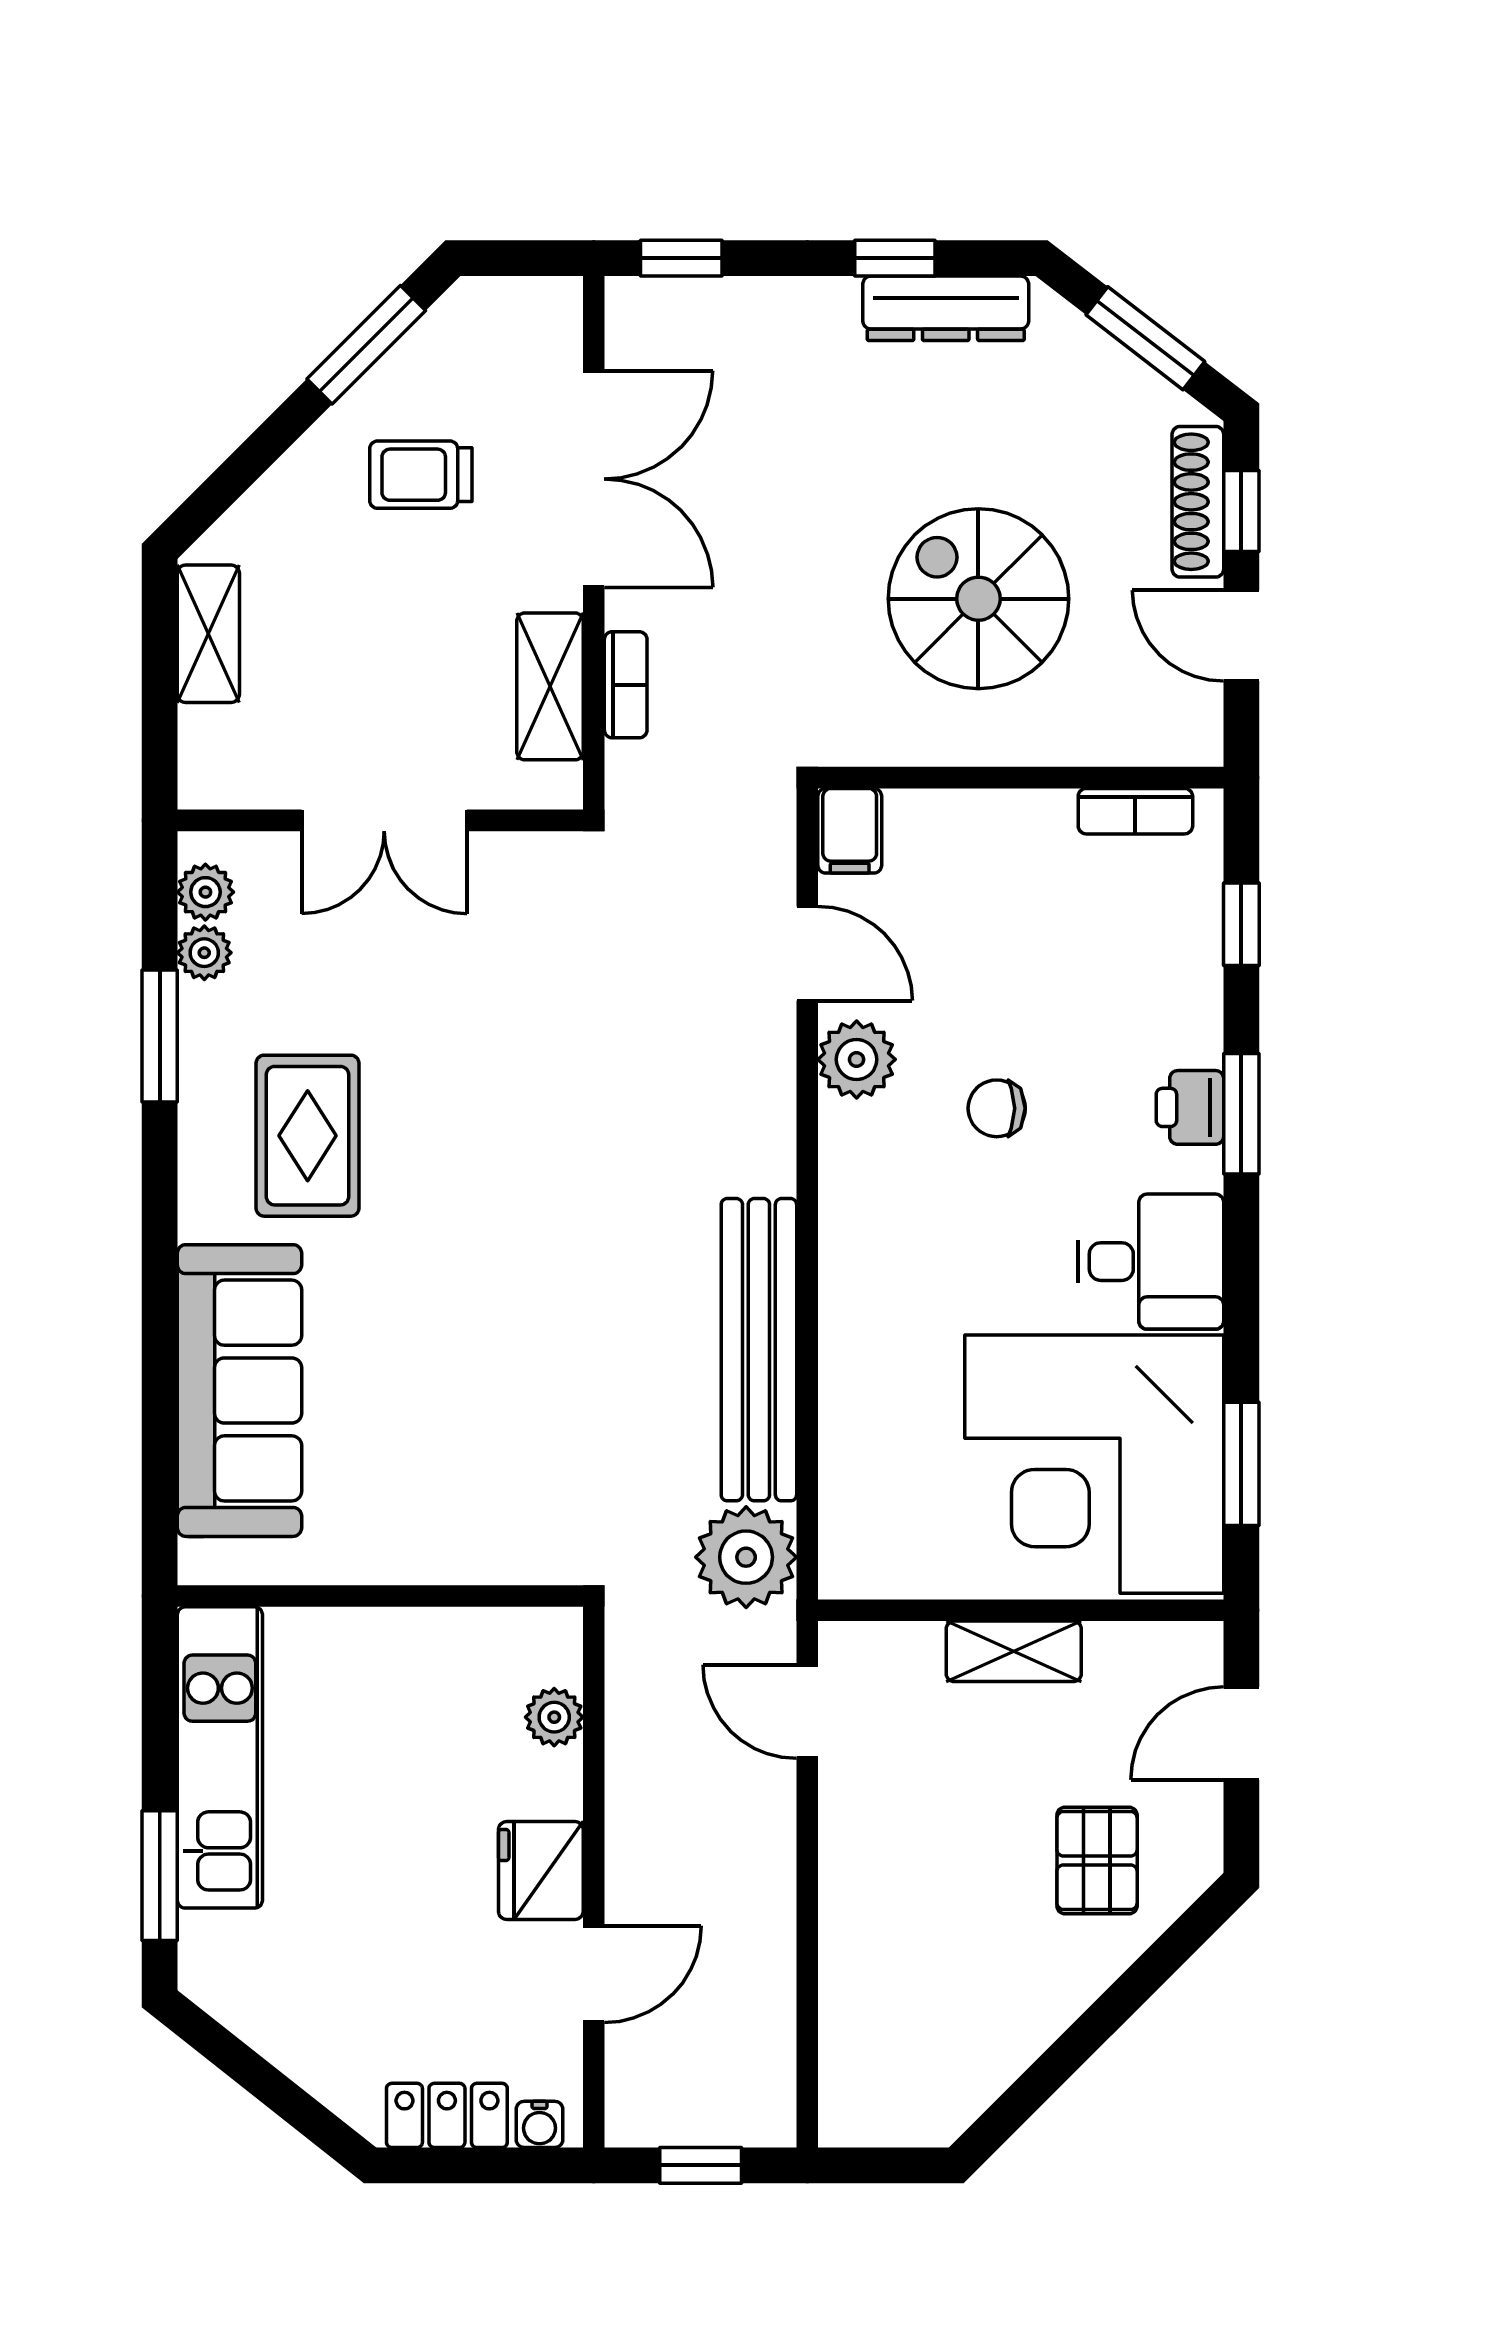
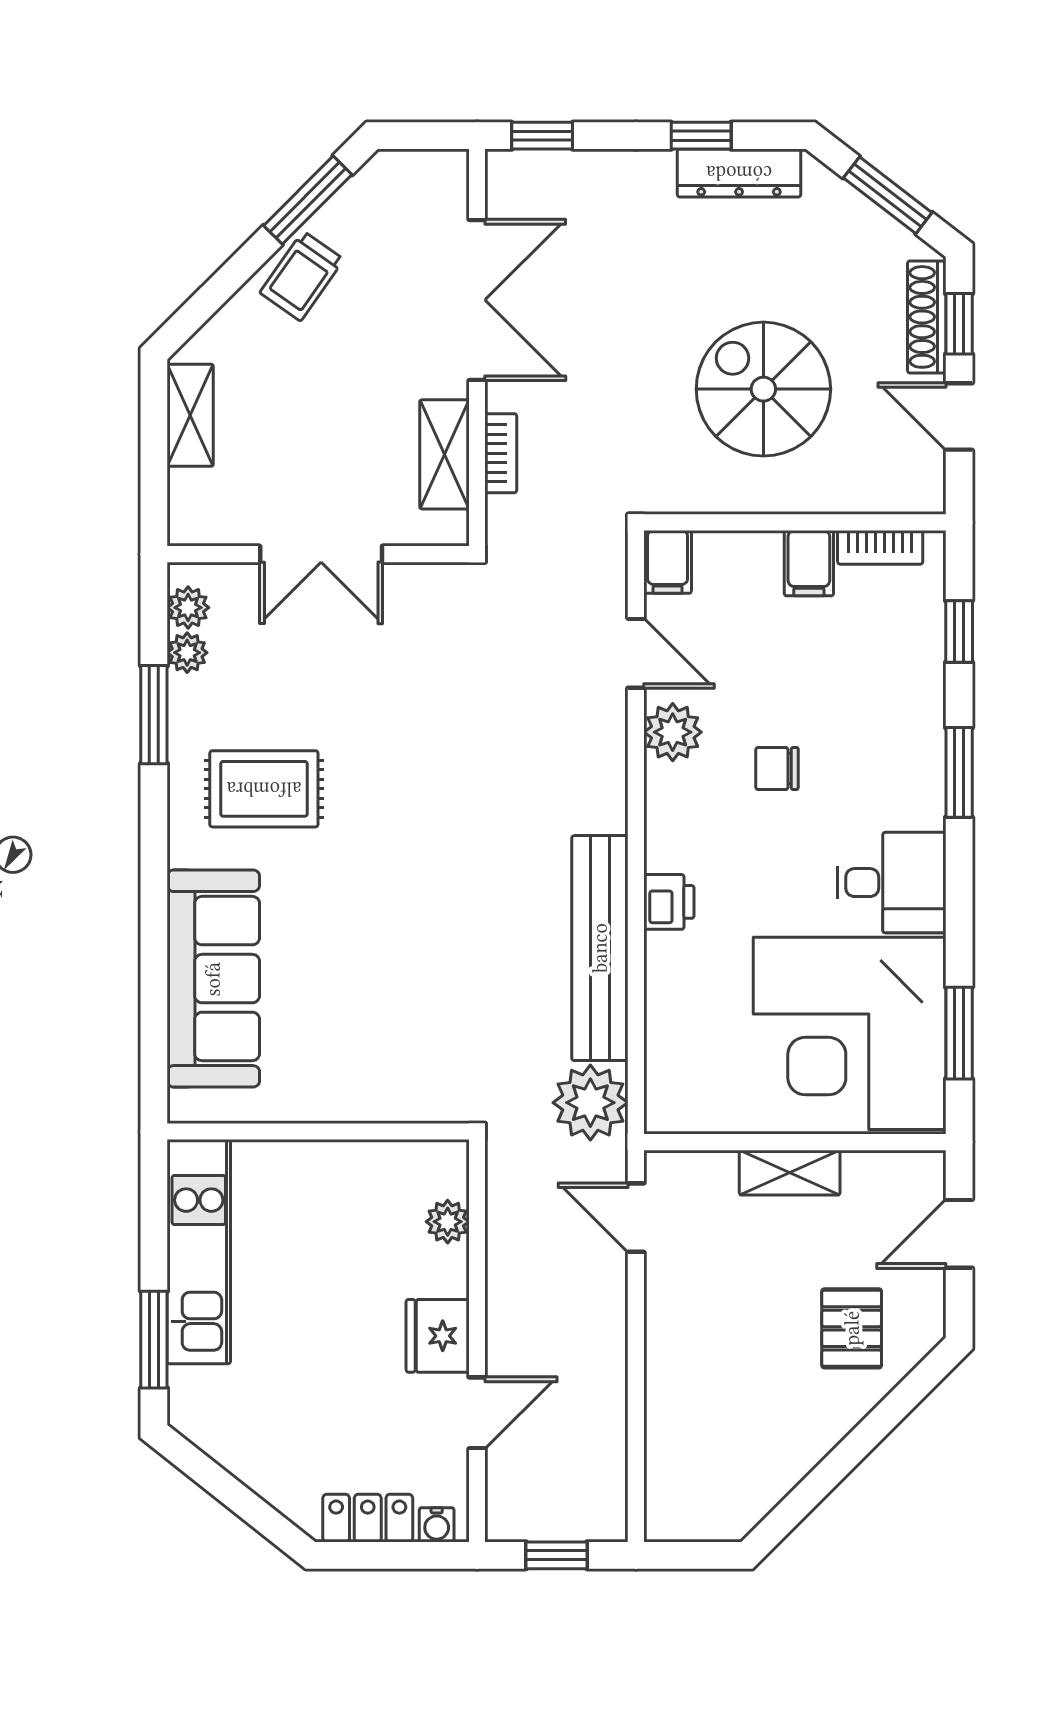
trolley: (421, 475) -> (302, 276), moved, turned -55
filing cabinet: (1040, 832) -> (809, 563), added
printer: (1190, 1107) -> (669, 902), moved, turned 180
rug: (308, 1136) -> (264, 789), turned 90

